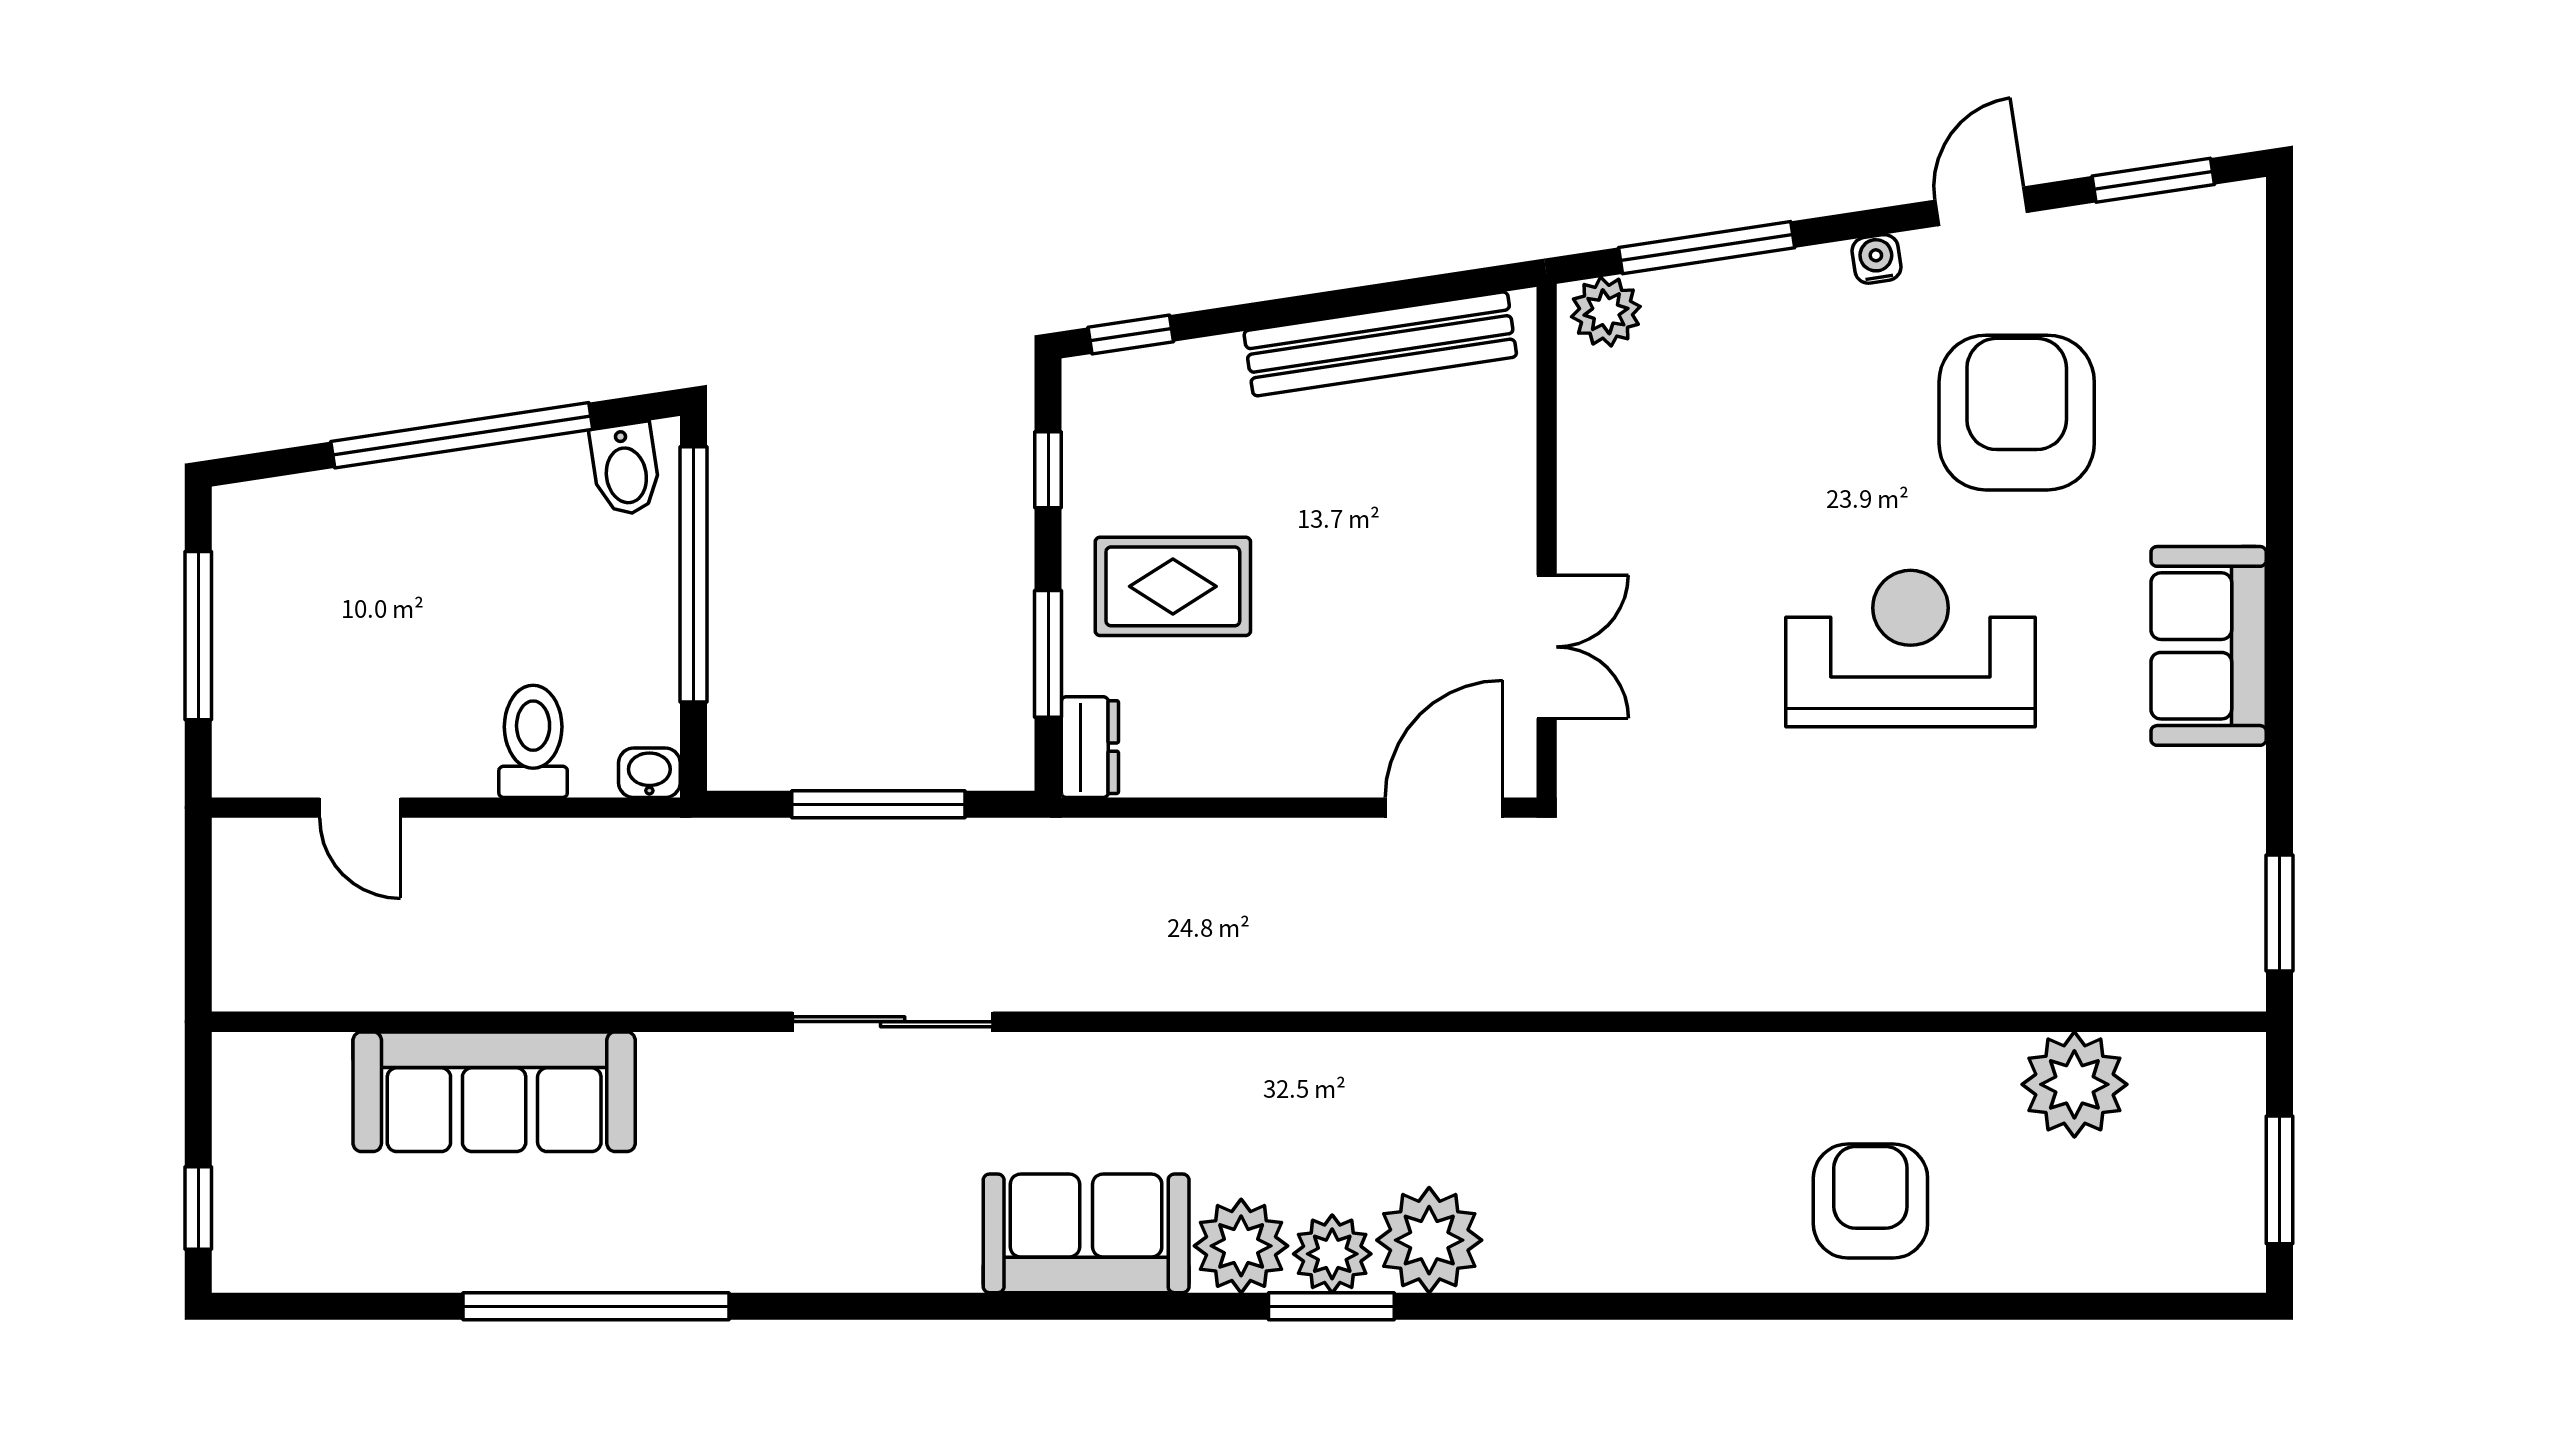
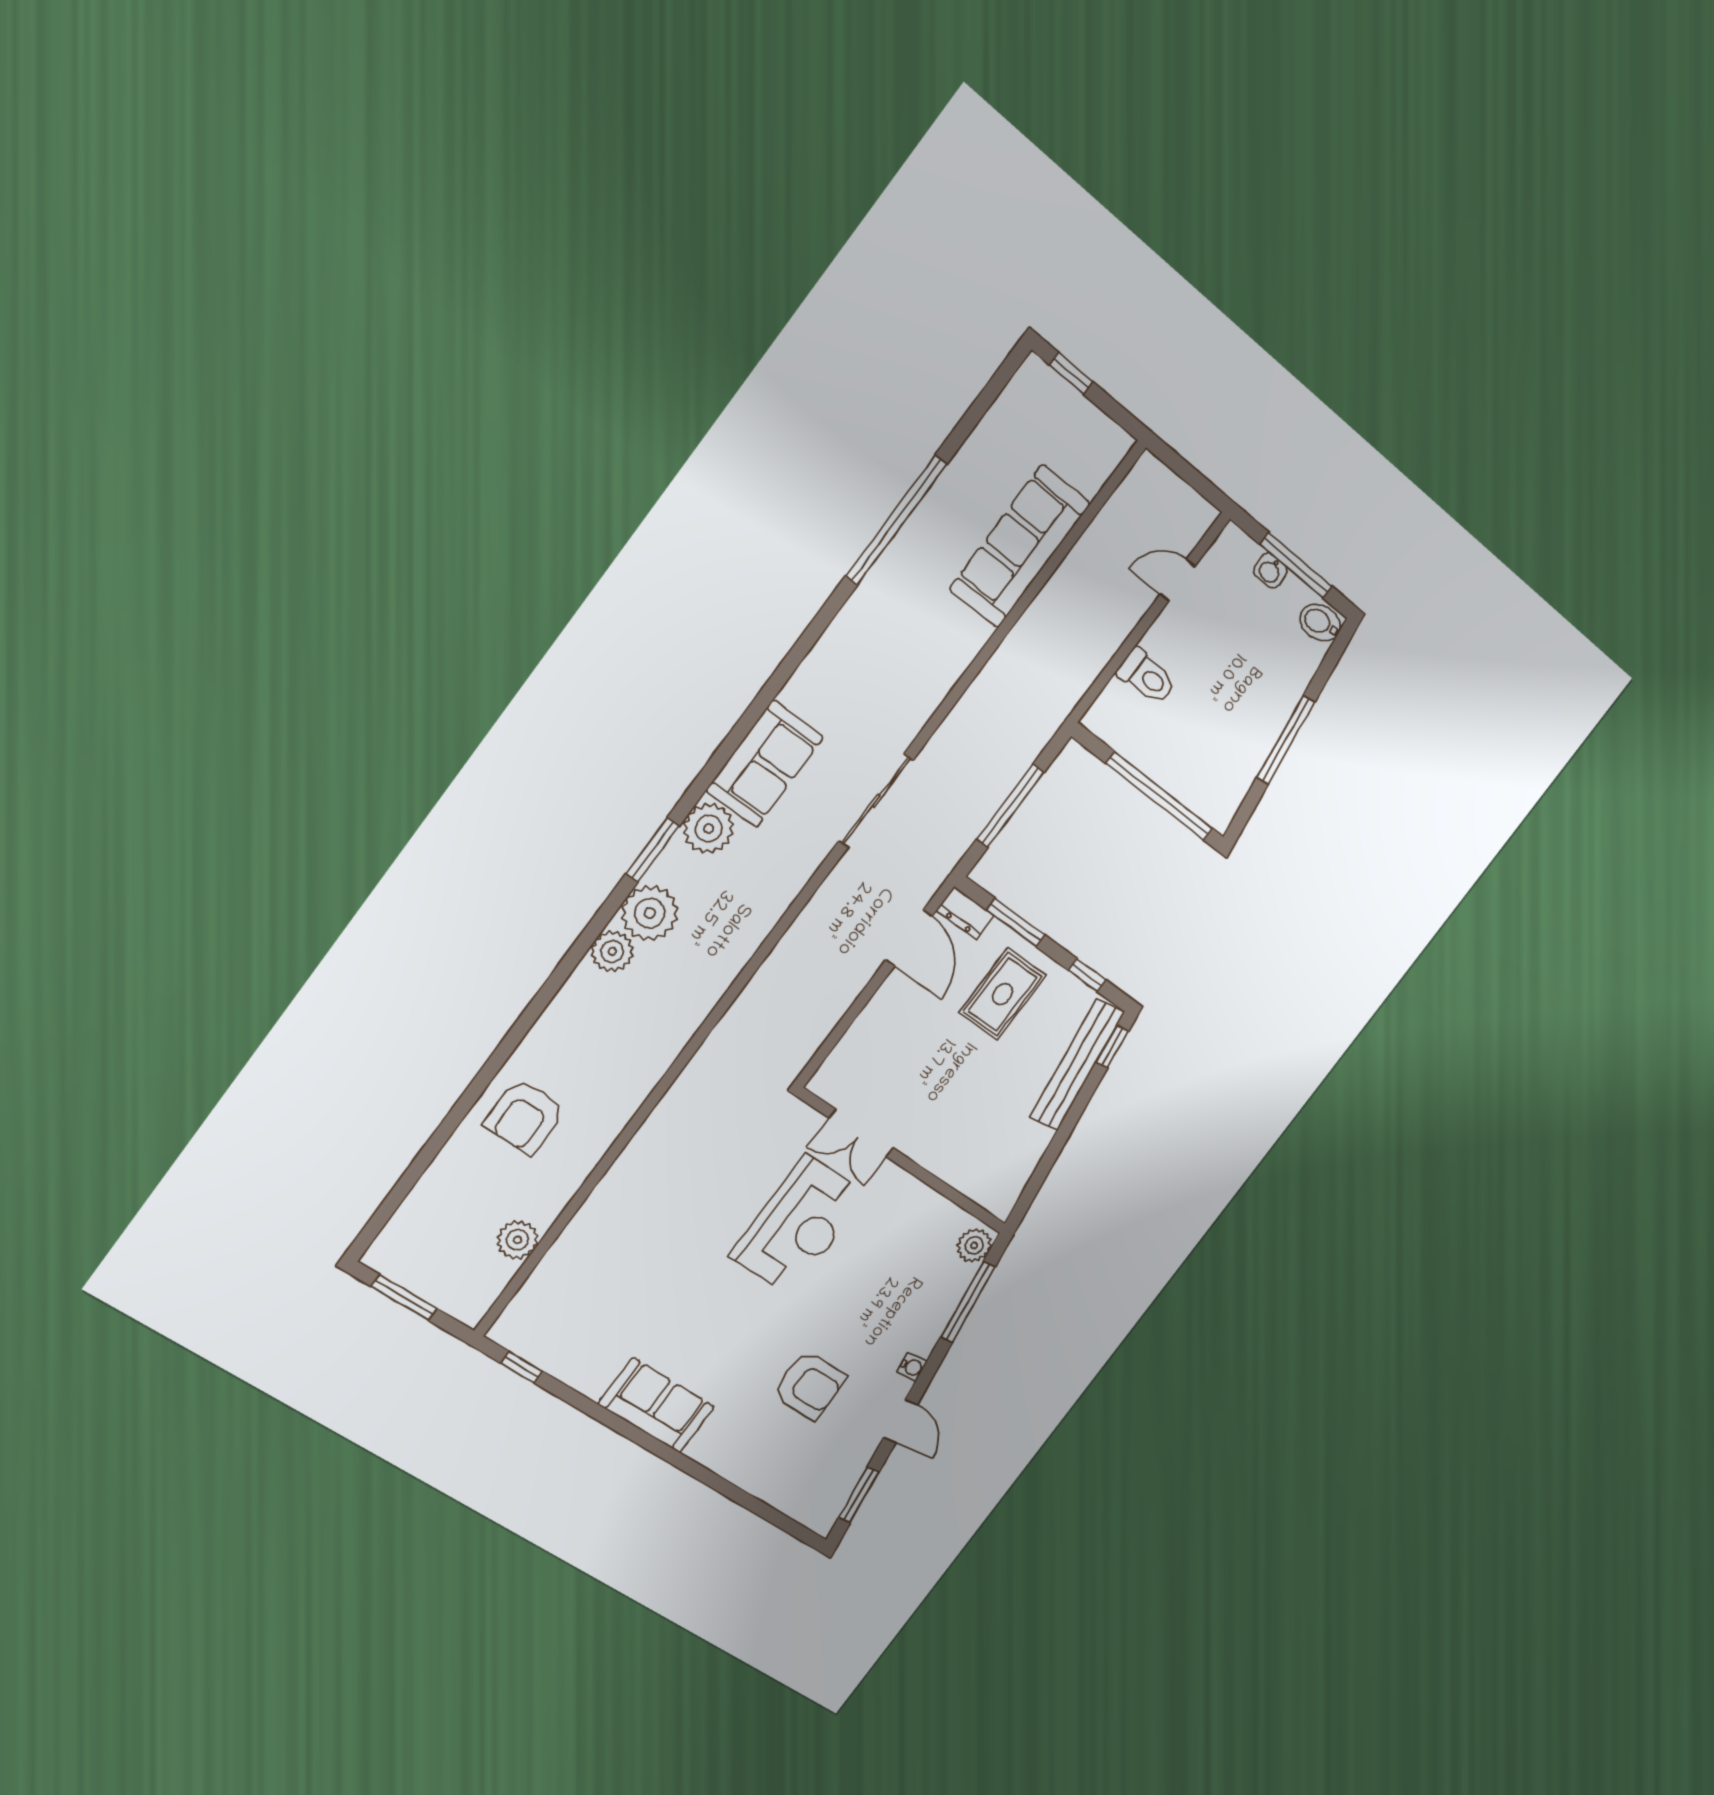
bench: (1380, 344) -> (1077, 1065), moved
armchair: (2017, 413) -> (809, 1385), width x0.73, depth x0.73
window: (462, 435) -> (1286, 740), width x0.68
bidet: (625, 469) -> (1320, 622), moved
reception desk: (1910, 649) -> (799, 1225), moved
washbasin: (649, 773) -> (1270, 571), moved, turned 90
door: (1444, 808) -> (909, 938), moved
window: (2279, 913) -> (522, 1367), width x0.67
sliding door: (893, 1022) -> (876, 801), moved
plant: (2074, 1084) -> (517, 1240), width x0.73, depth x0.73
armchair: (1870, 1201) -> (525, 1117), turned 90
plant: (1332, 1254) -> (612, 952), moved

